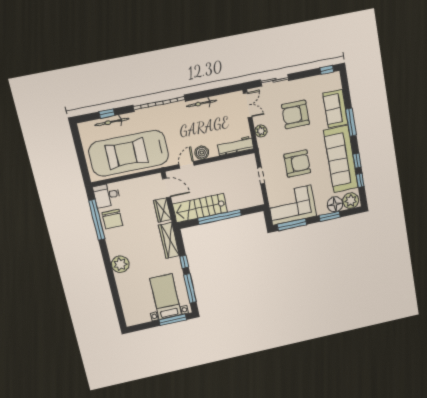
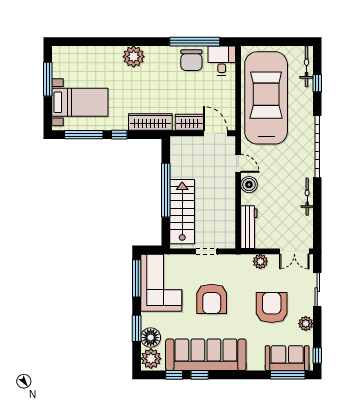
plant: (303, 84) -> (306, 324), added
sofa: (335, 109) -> (287, 358), moved
bicycle: (112, 122) -> (306, 66), moved
window: (351, 122) -> (288, 375), moved
door: (167, 188) -> (215, 133), swing flipped
stairs: (200, 208) -> (182, 212), moved
chair: (112, 219) -> (191, 60), turned -90
window: (173, 320) -> (48, 79), moved

